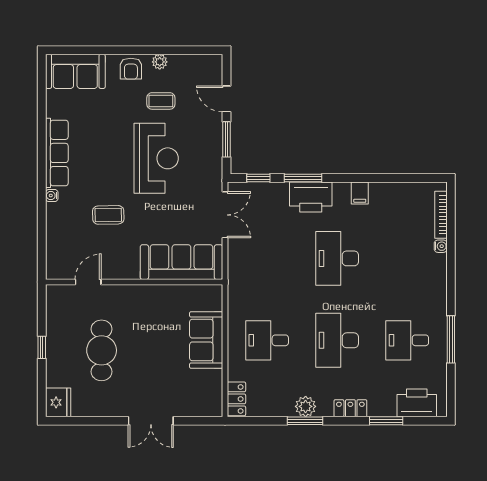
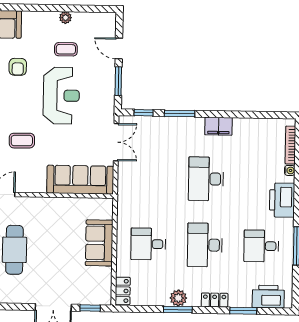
armchair: (131, 69) -> (18, 67), moved
filing cabinet: (360, 193) -> (218, 126), width x2.00
printer: (311, 197) -> (282, 200), moved, turned 90
window: (196, 421) -> (90, 308), added

